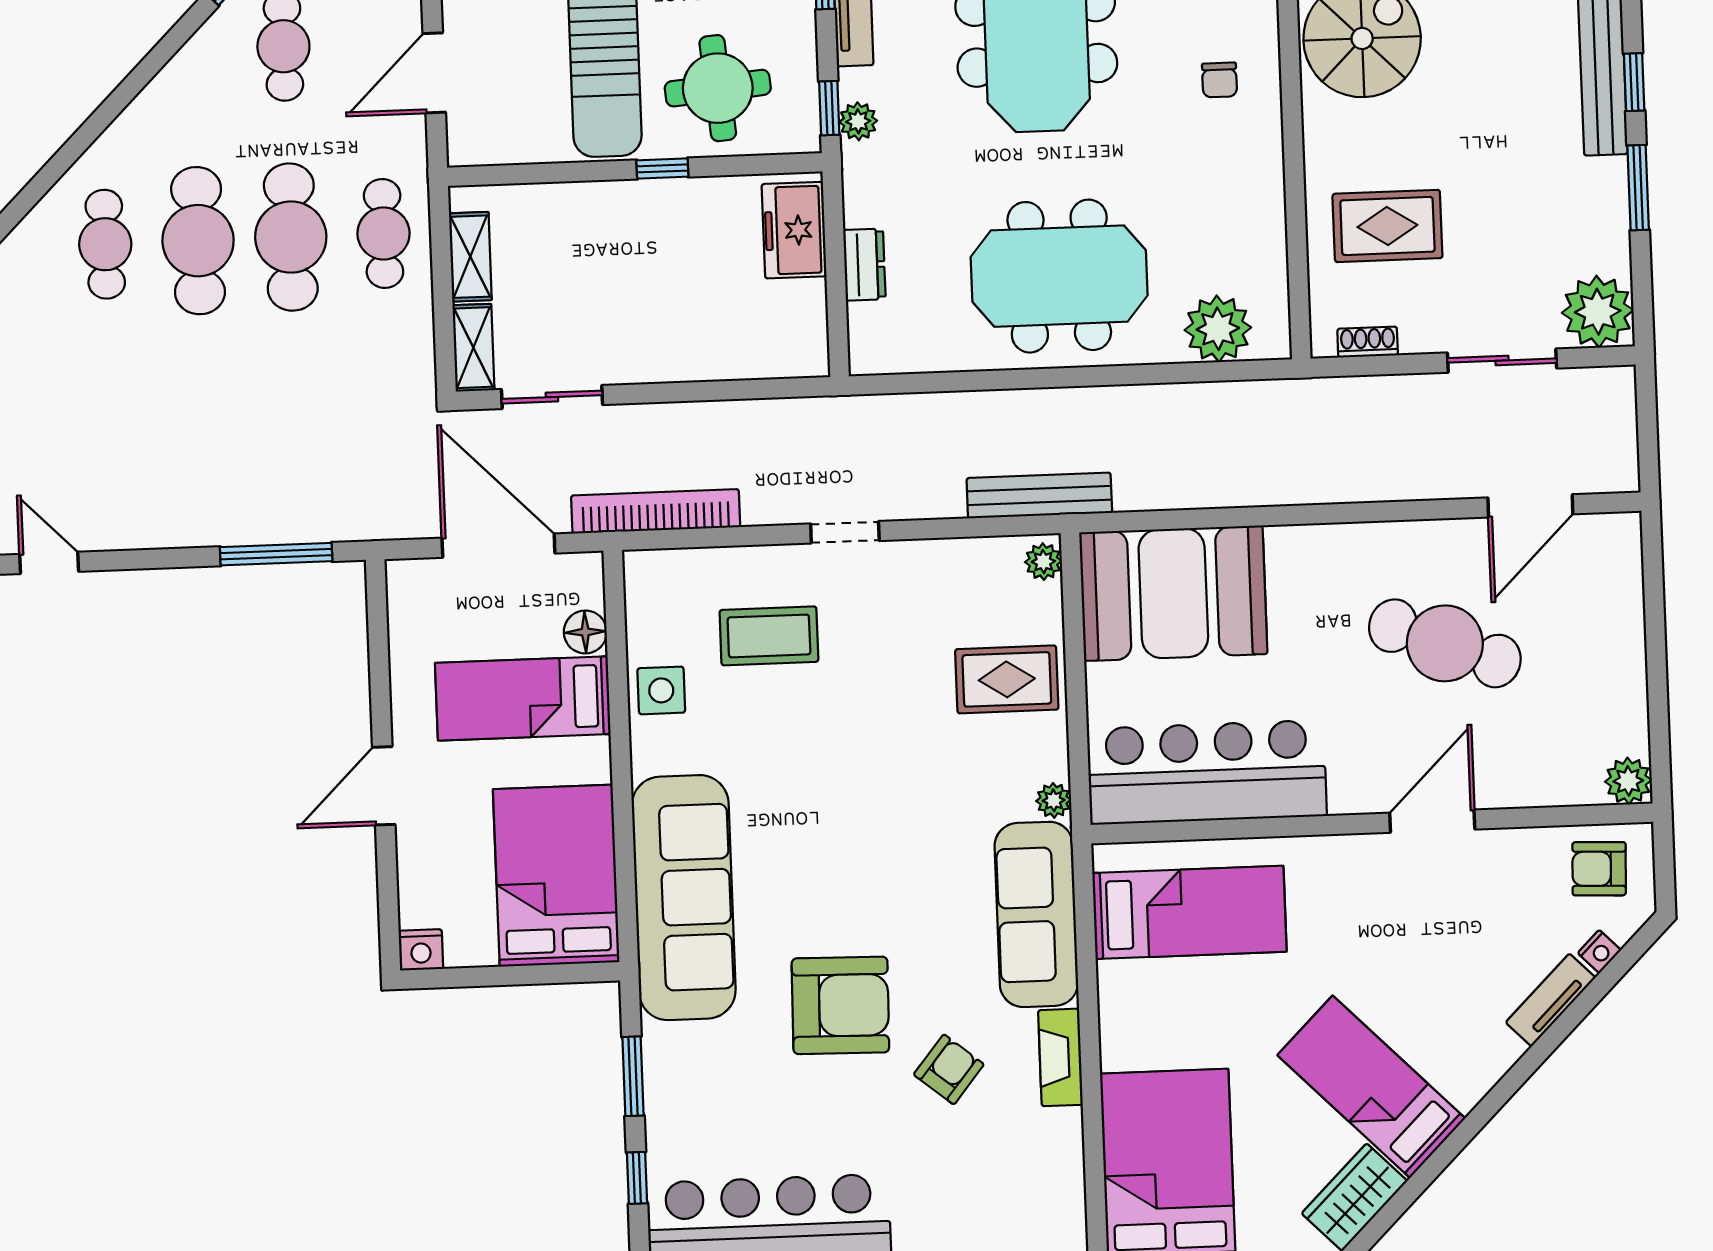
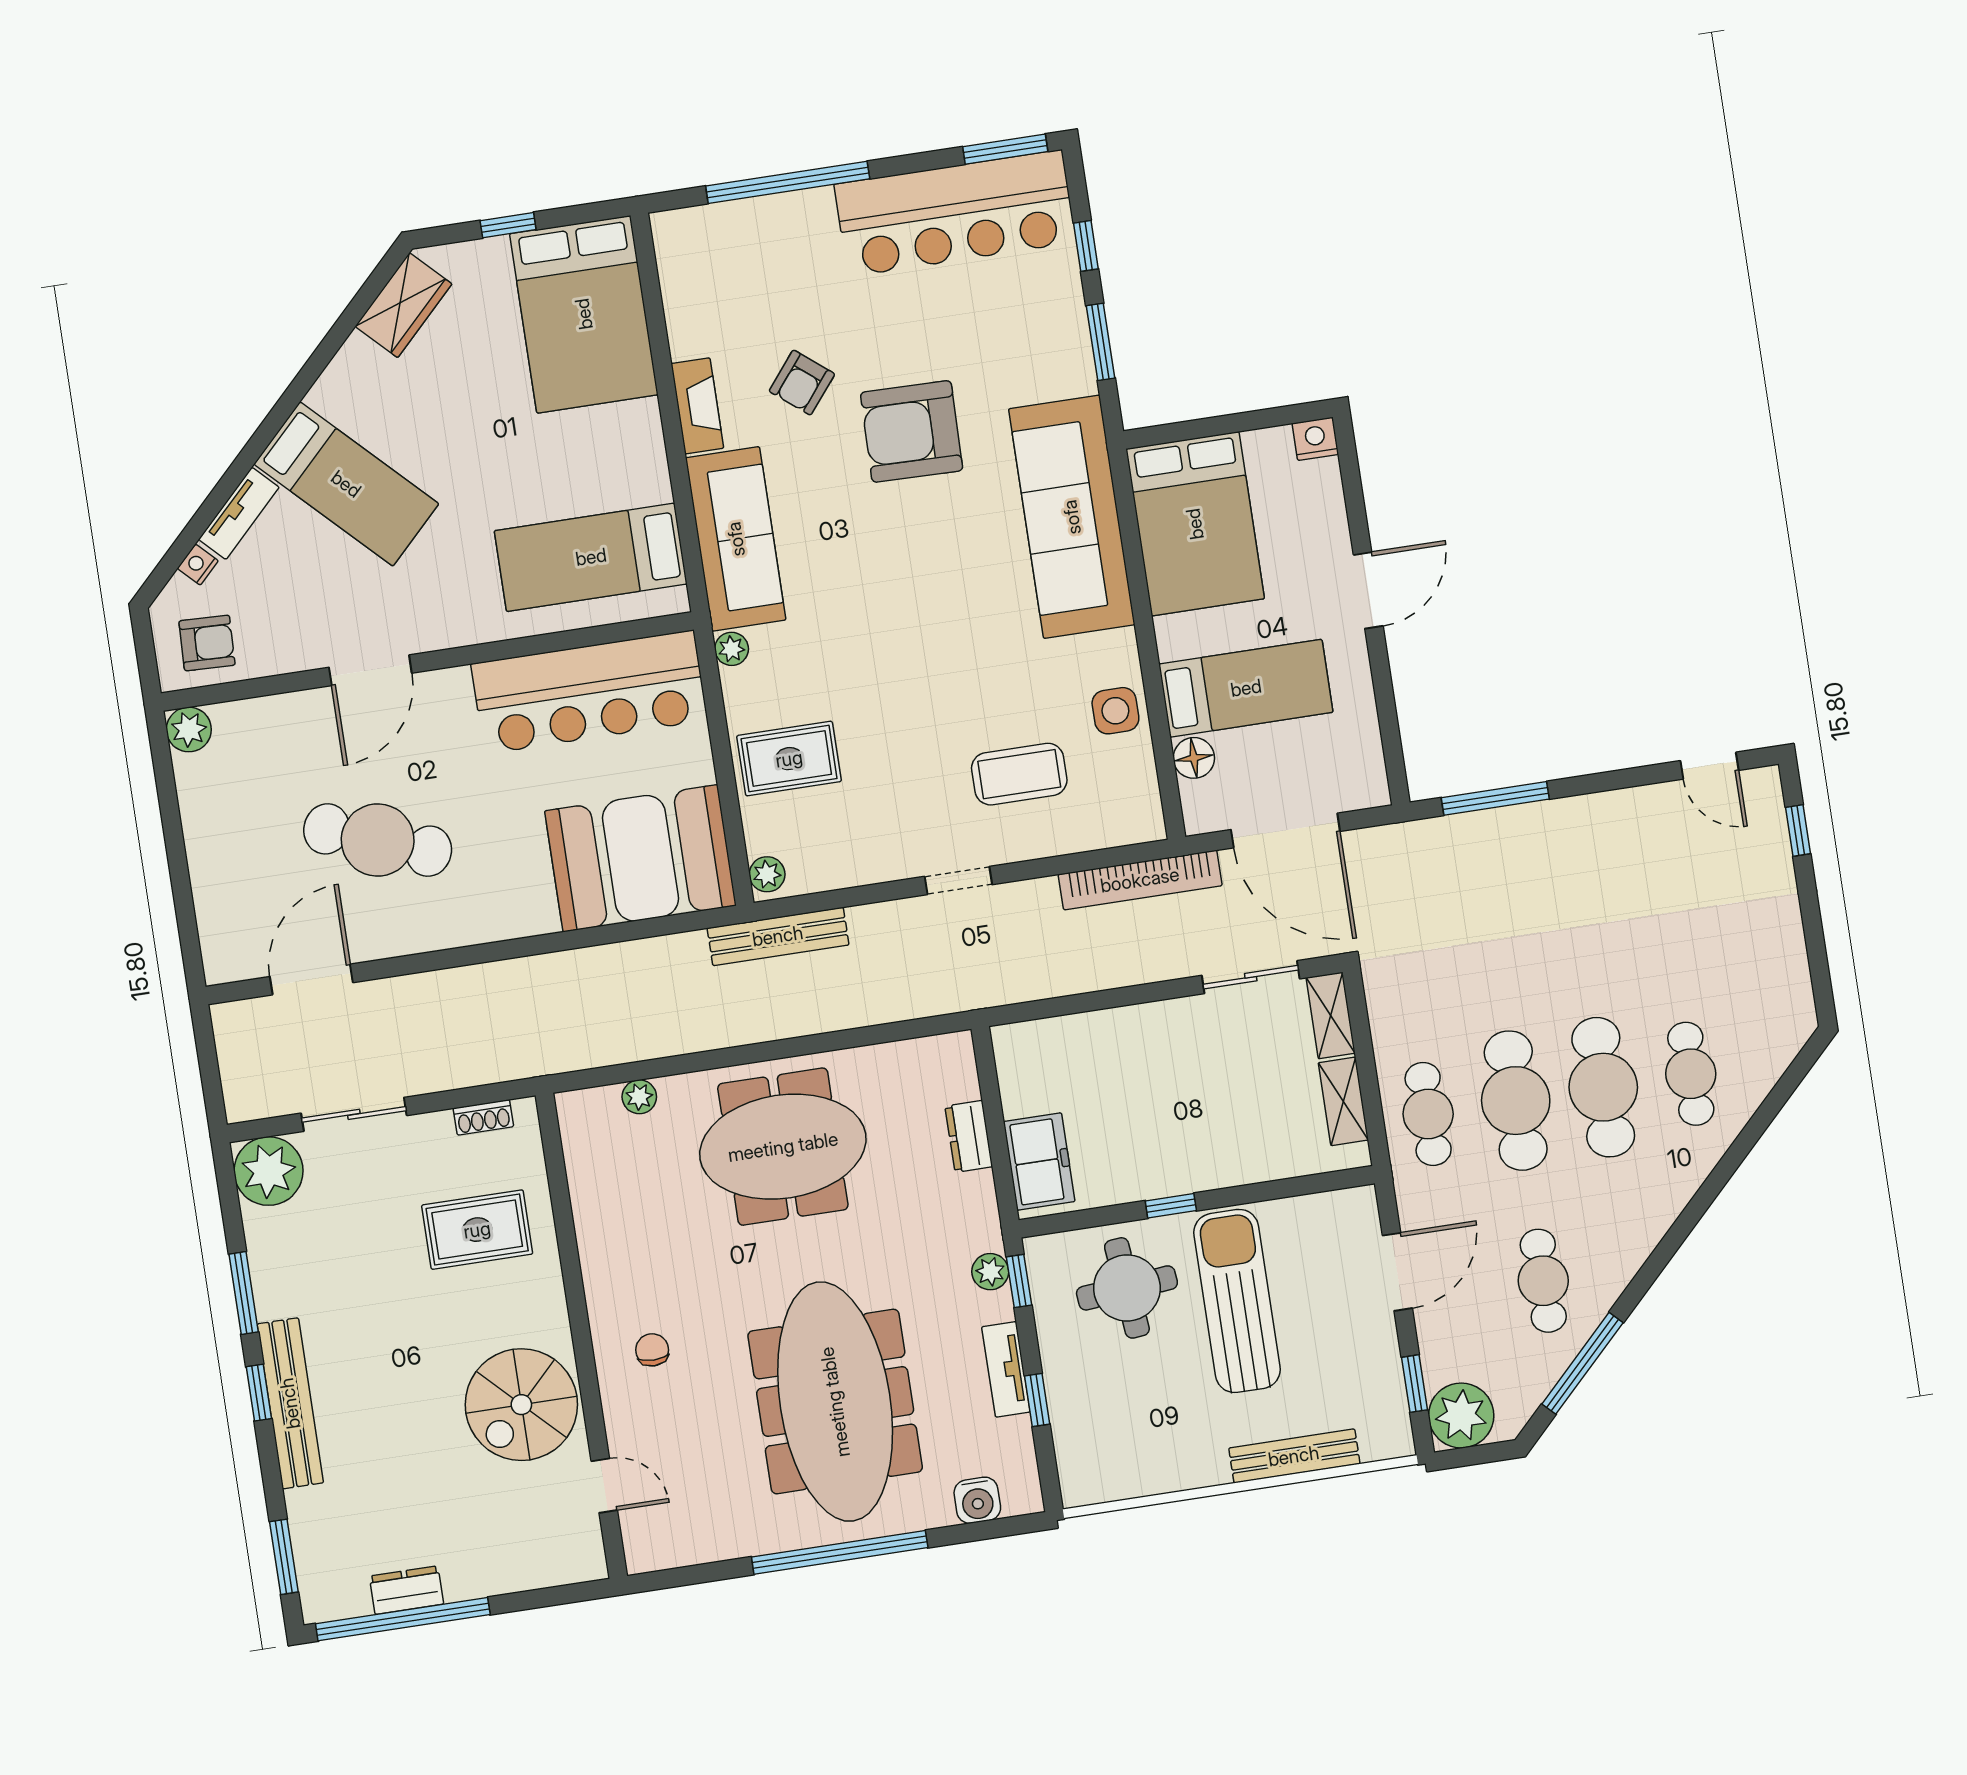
plant: (1218, 329) -> (639, 1097), width x0.53, depth x0.53
bed: (1371, 1087) -> (346, 484), moved

